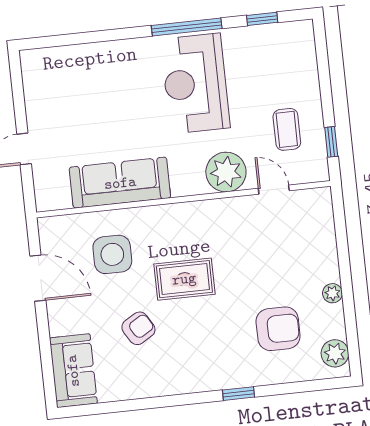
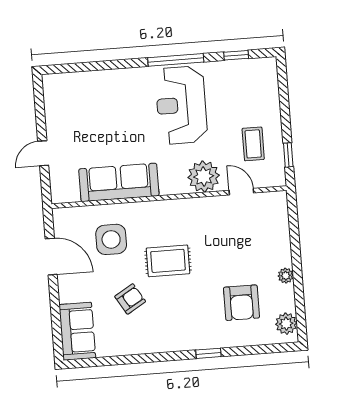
armchair: (278, 329) -> (241, 303), turned 90

